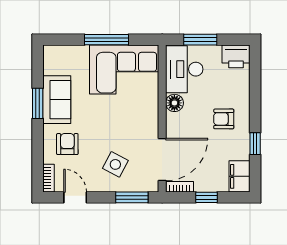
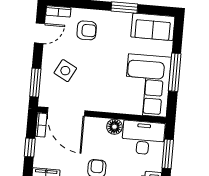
sofa: (57, 100) -> (153, 27), moved

